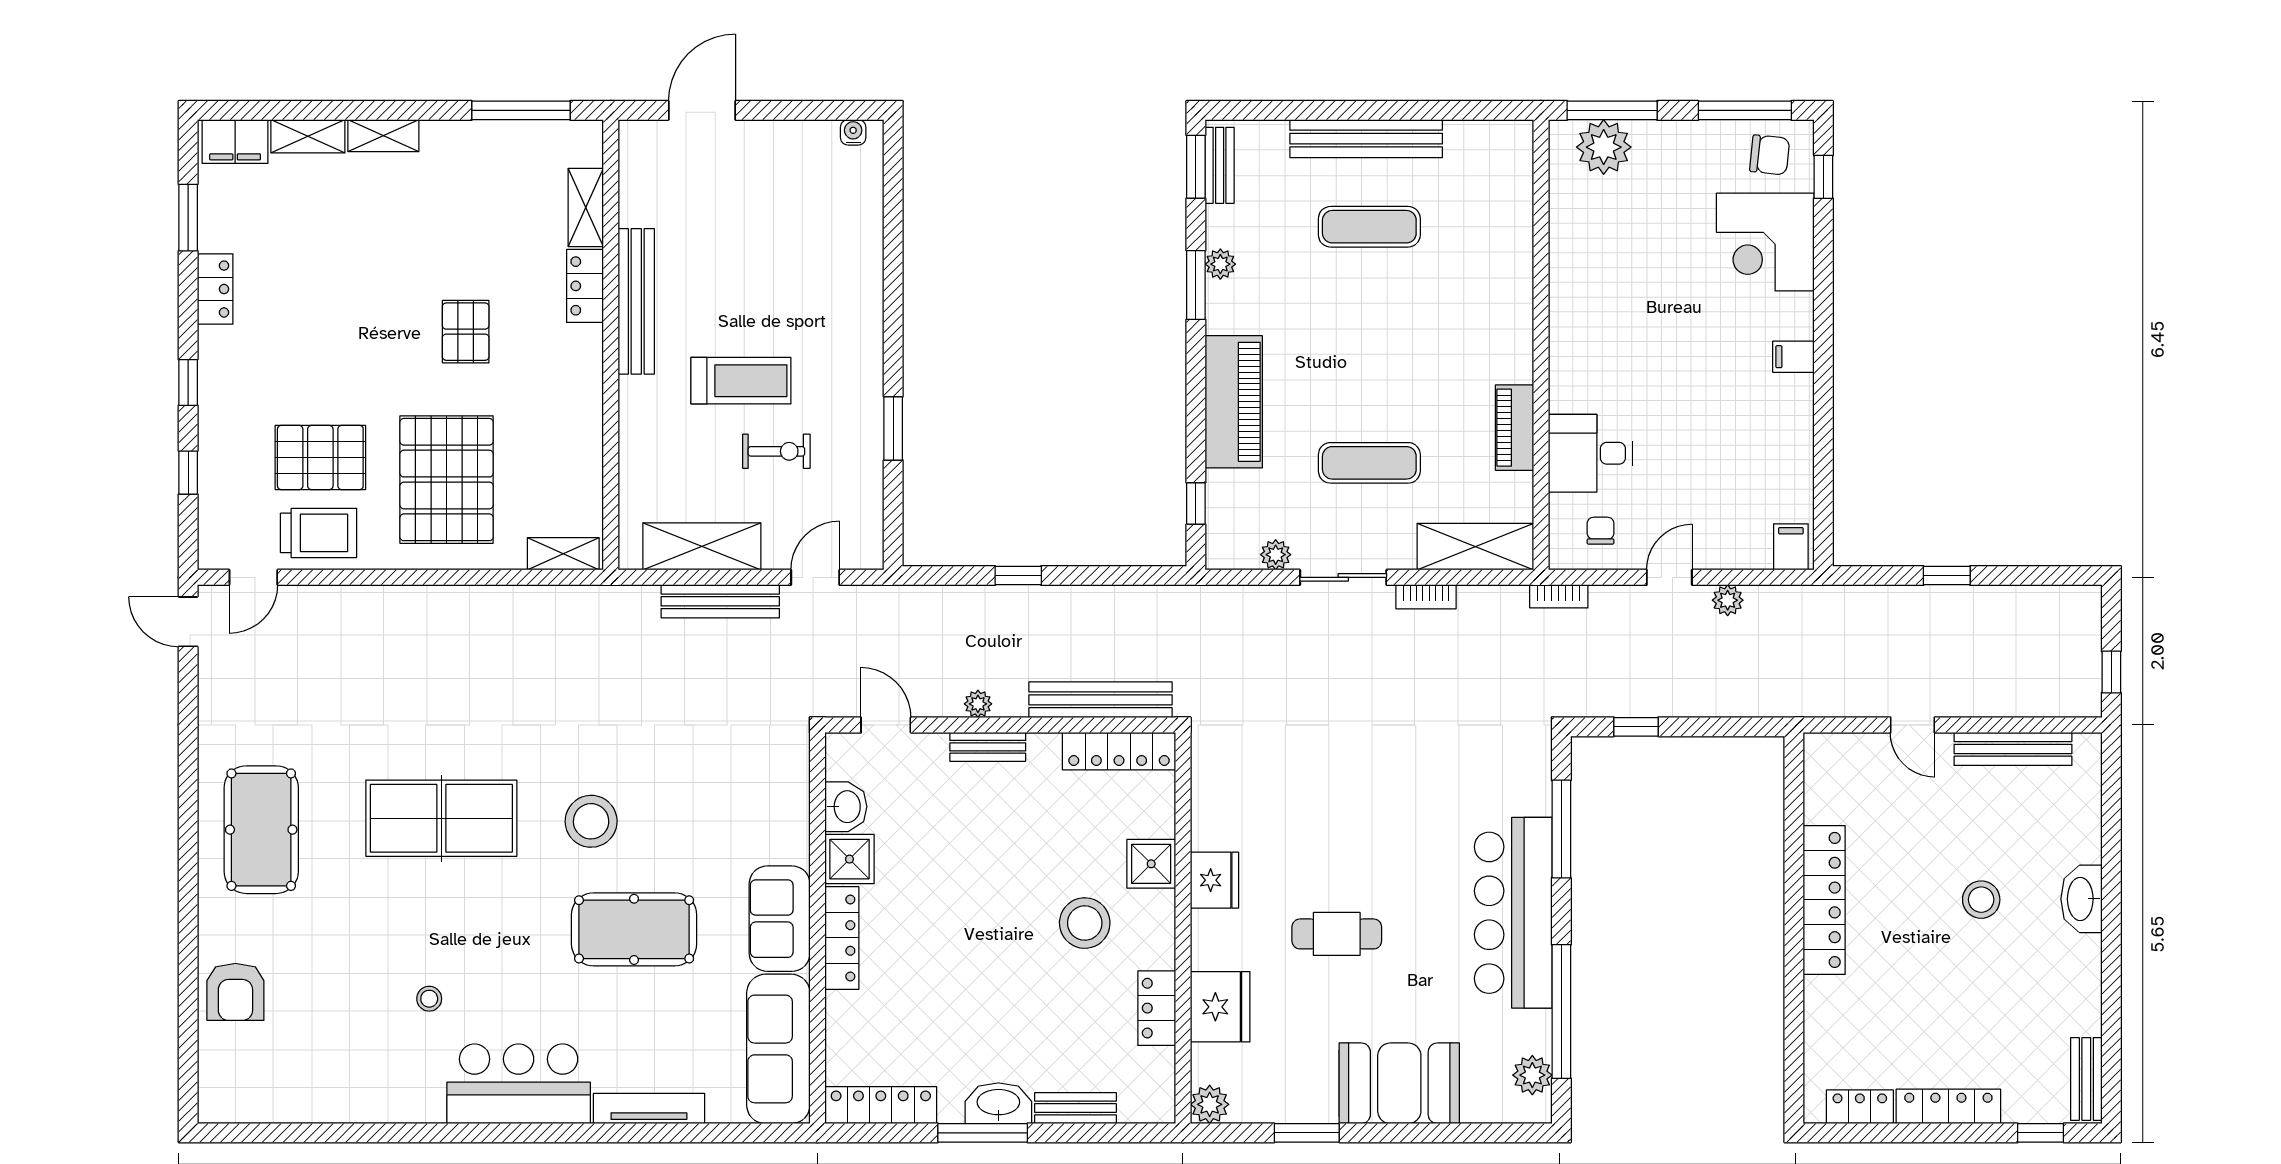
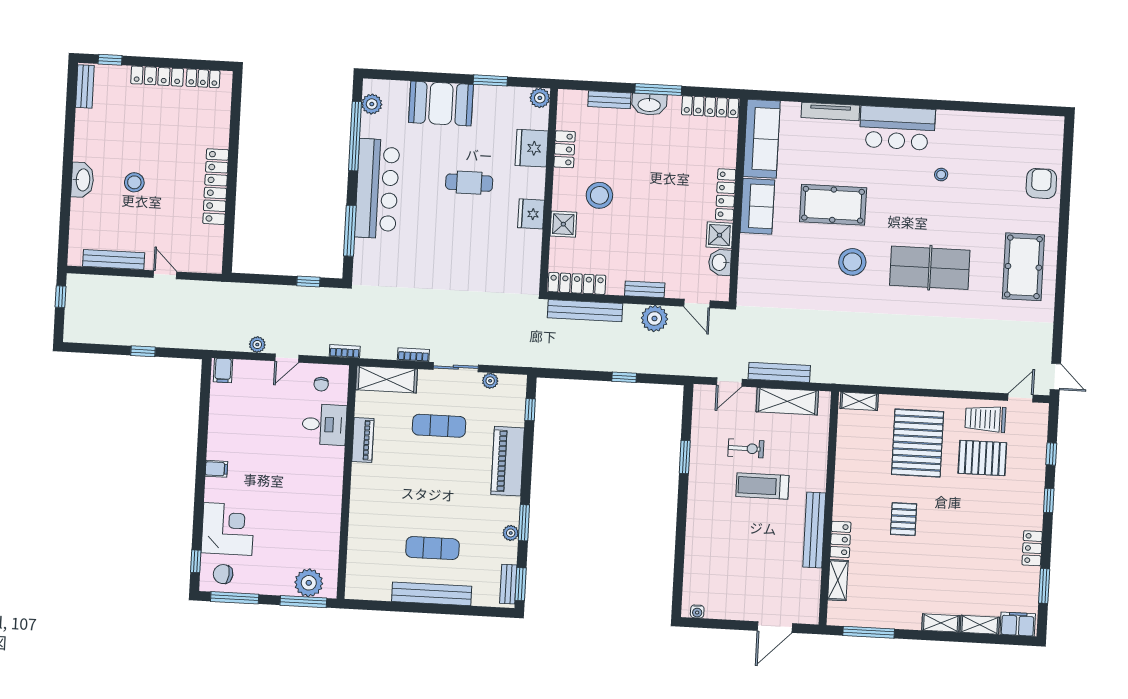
exercise bike: (776, 451) -> (746, 448), turned 180
plant: (978, 704) -> (654, 318), width x1.87, depth x1.87

